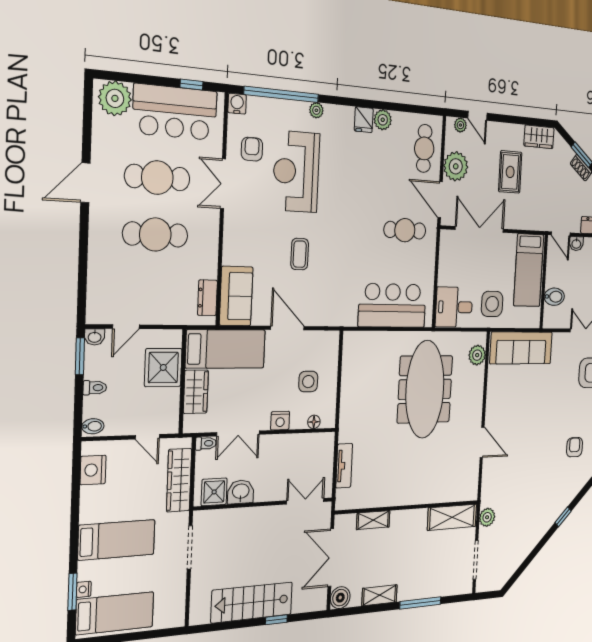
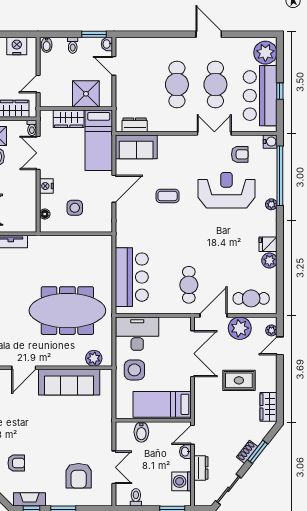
window: (192, 85) -> (280, 91), moved
desk: (454, 307) -> (137, 334), width x1.37
sofa: (521, 348) -> (69, 382), moved, turned -90

